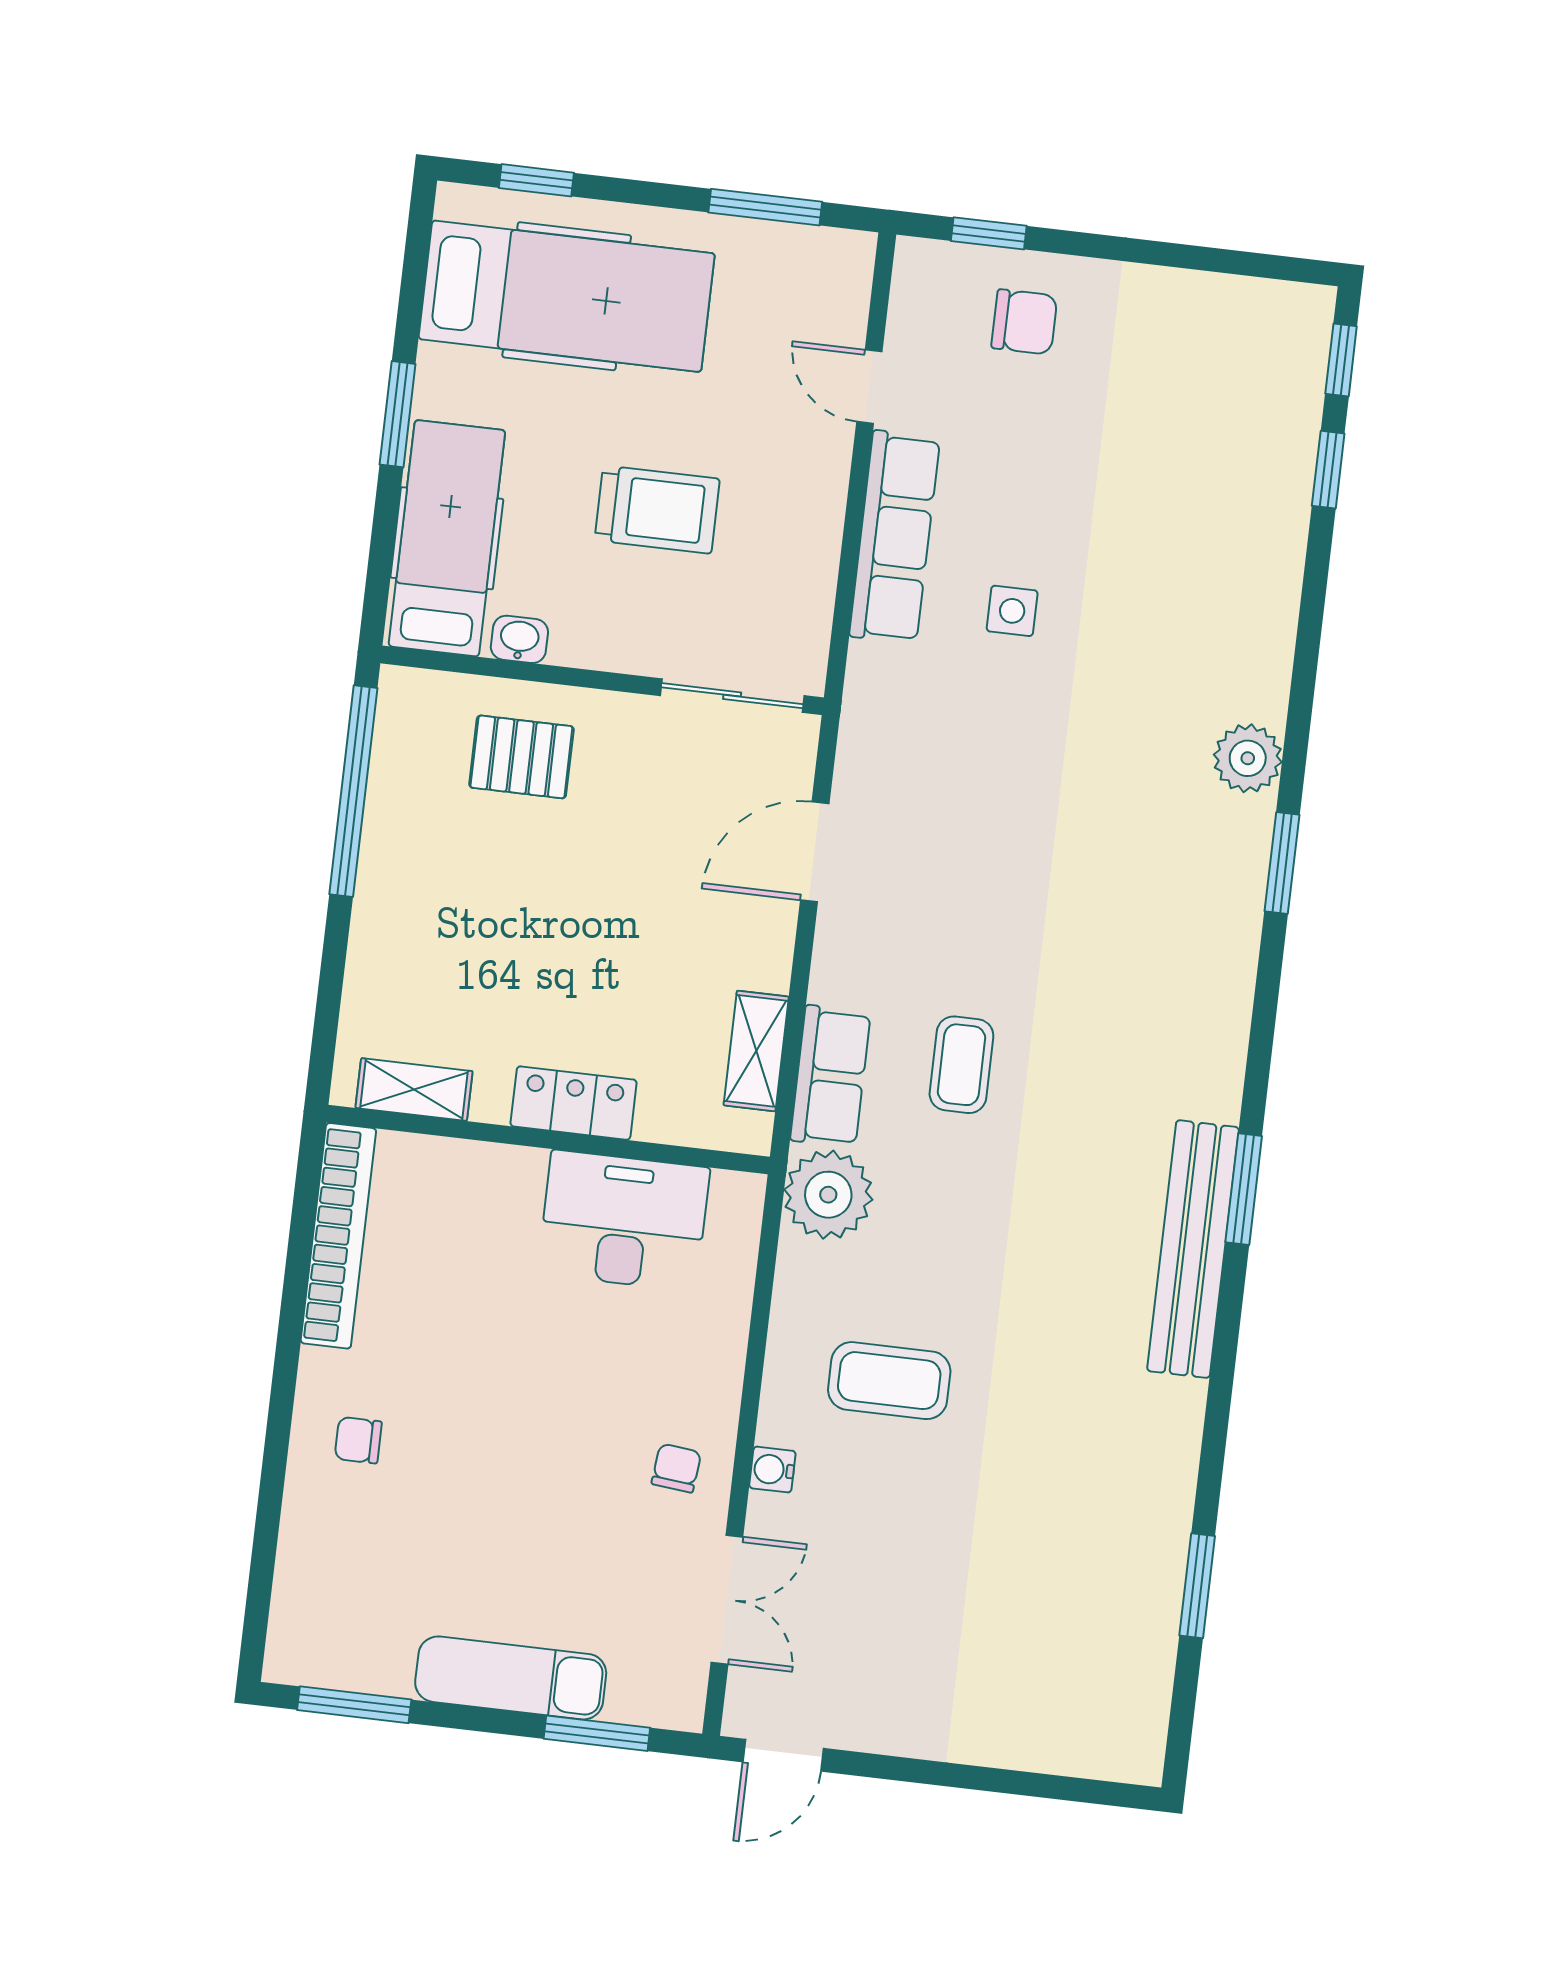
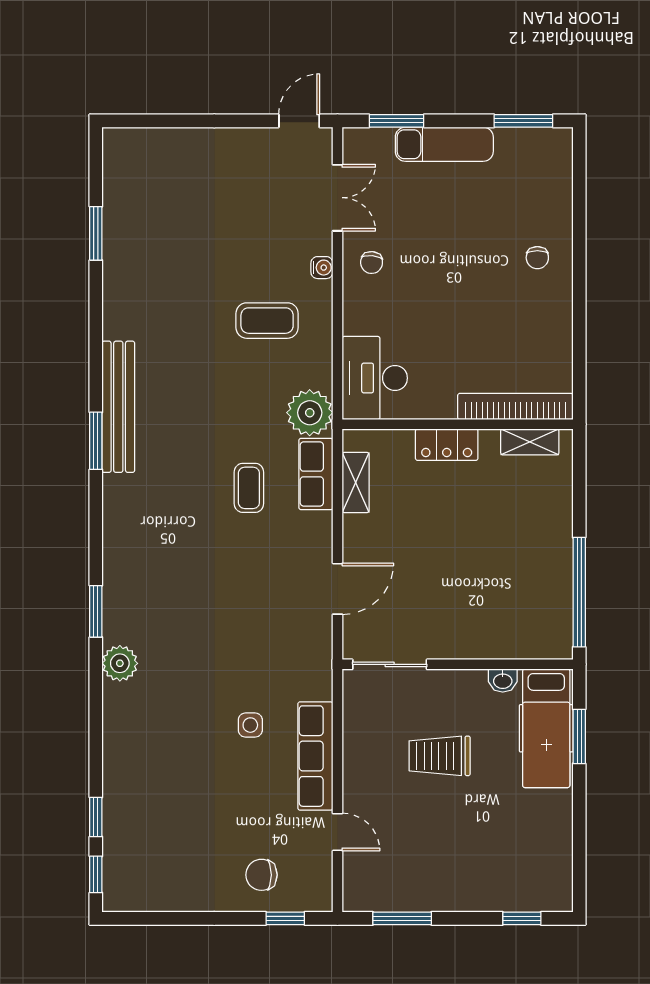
hospital bed: (567, 296) -> (499, 860), removed
window: (398, 414) -> (579, 736), moved
pallet: (521, 757) -> (495, 620), removed
desk: (624, 1221) -> (375, 378), moved, turned 90
bookcase: (338, 1236) -> (515, 406), moved, turned 90
chair: (358, 1440) -> (537, 258), turned 90
double door: (727, 1600) -> (337, 198), swing flipped

